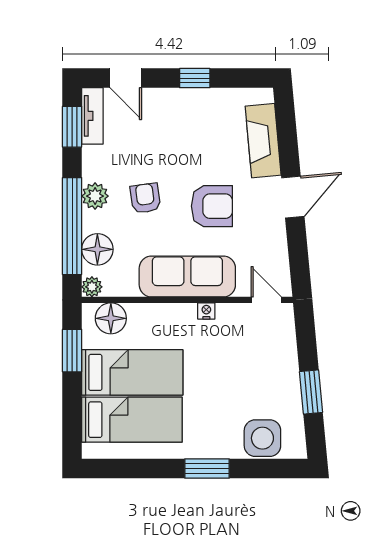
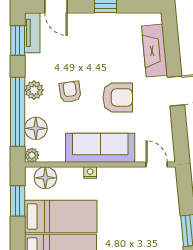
nightstand: (206, 311) -> (90, 172), moved

